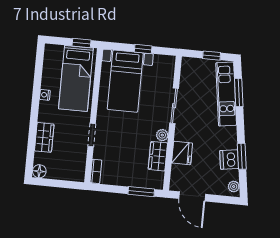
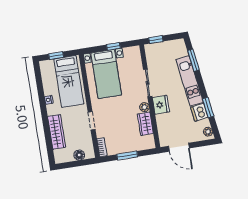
window: (81, 43) -> (56, 56), moved
window: (212, 56) -> (156, 40), moved
kitchen unit: (226, 94) -> (190, 81), moved
wardrobe: (44, 137) -> (57, 132), width x1.50
fridge: (182, 153) -> (161, 105), moved
floor lamp: (39, 171) -> (79, 155), moved
window: (141, 192) -> (127, 155), moved

